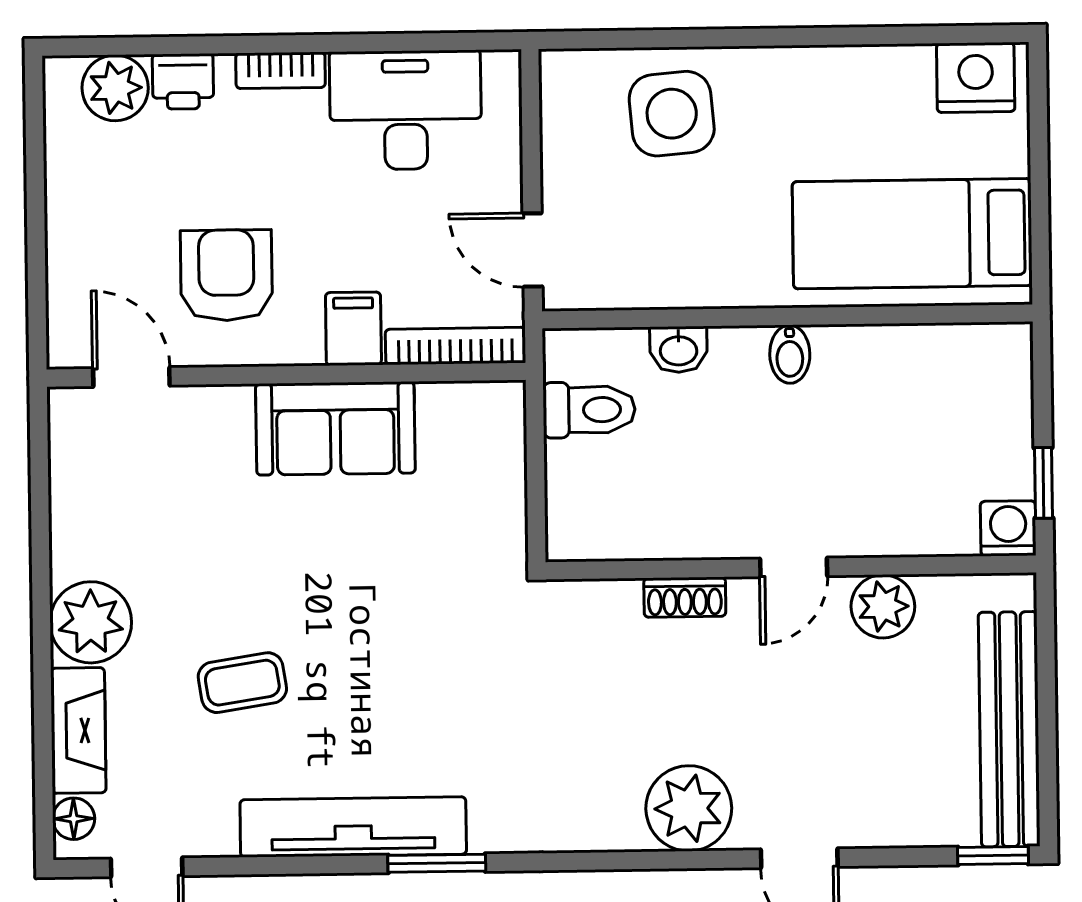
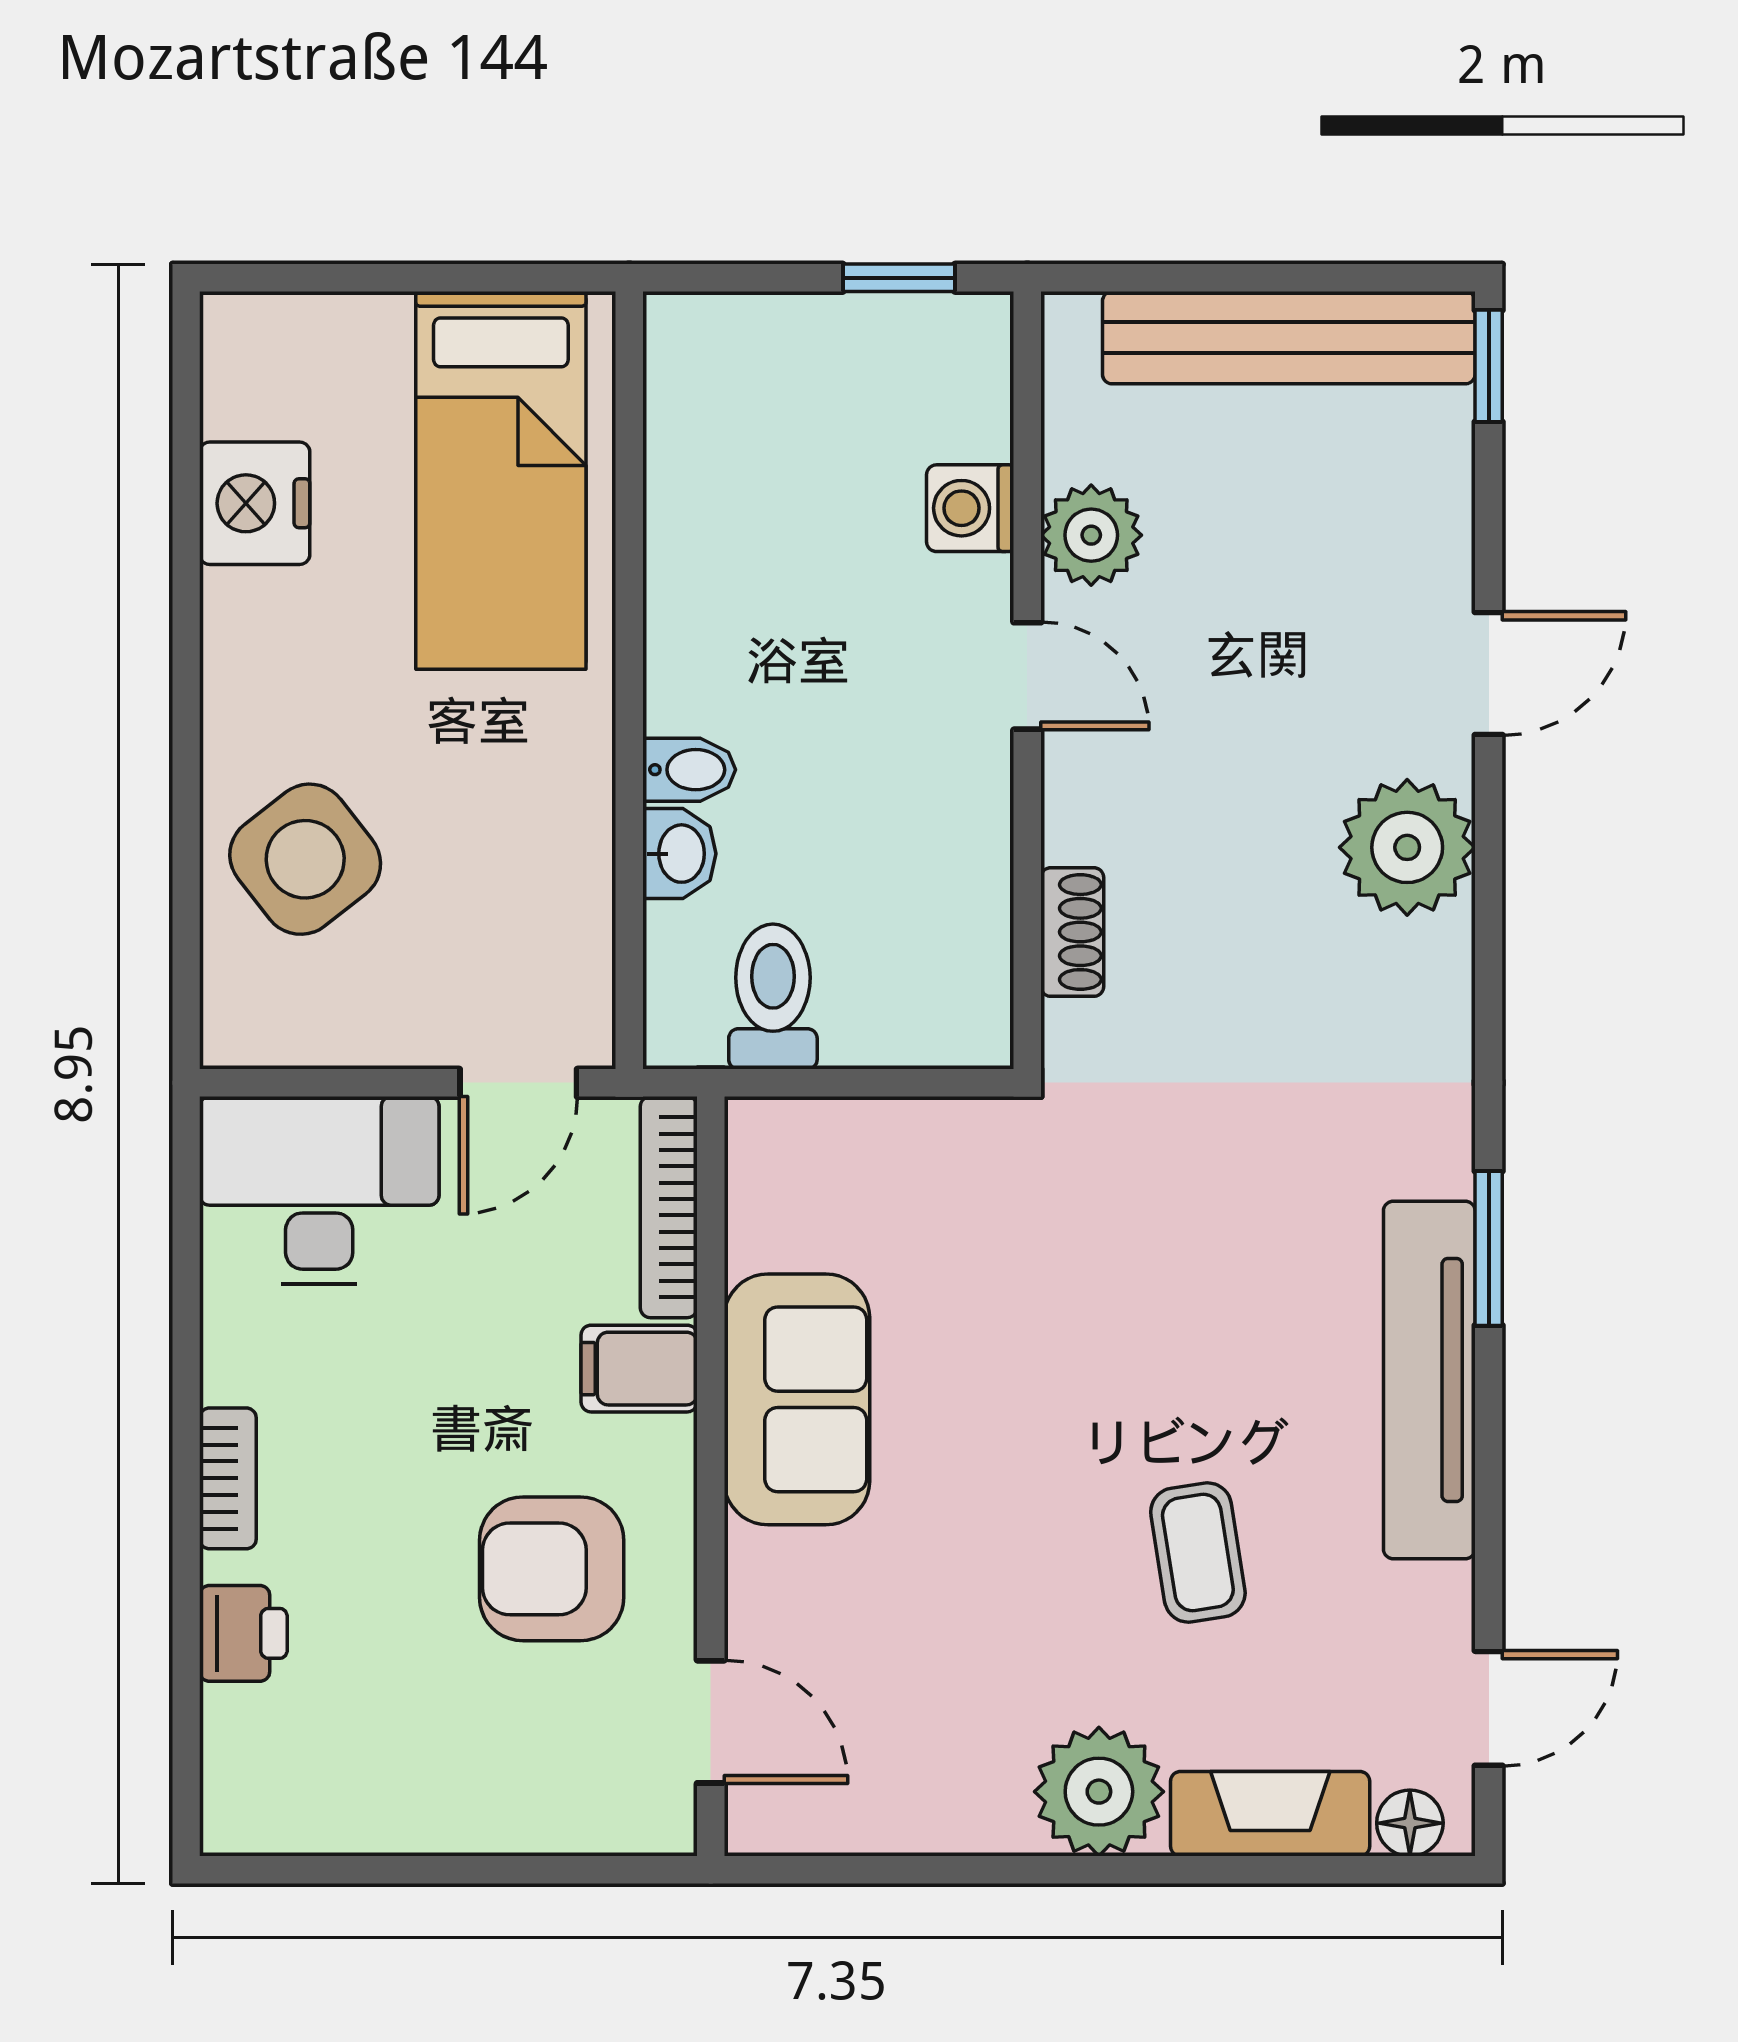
nightstand: (976, 78) -> (255, 503), moved
plant: (115, 88) -> (252, 1741), removed
desk: (406, 110) -> (319, 1190), moved, turned 90
side table: (672, 114) -> (305, 859), turned -33
bidet: (790, 354) -> (689, 770), moved
door: (131, 377) -> (711, 1722), swing flipped
washing machine: (1008, 528) -> (970, 508), moved
shoe rack: (685, 597) -> (1072, 932), moved

